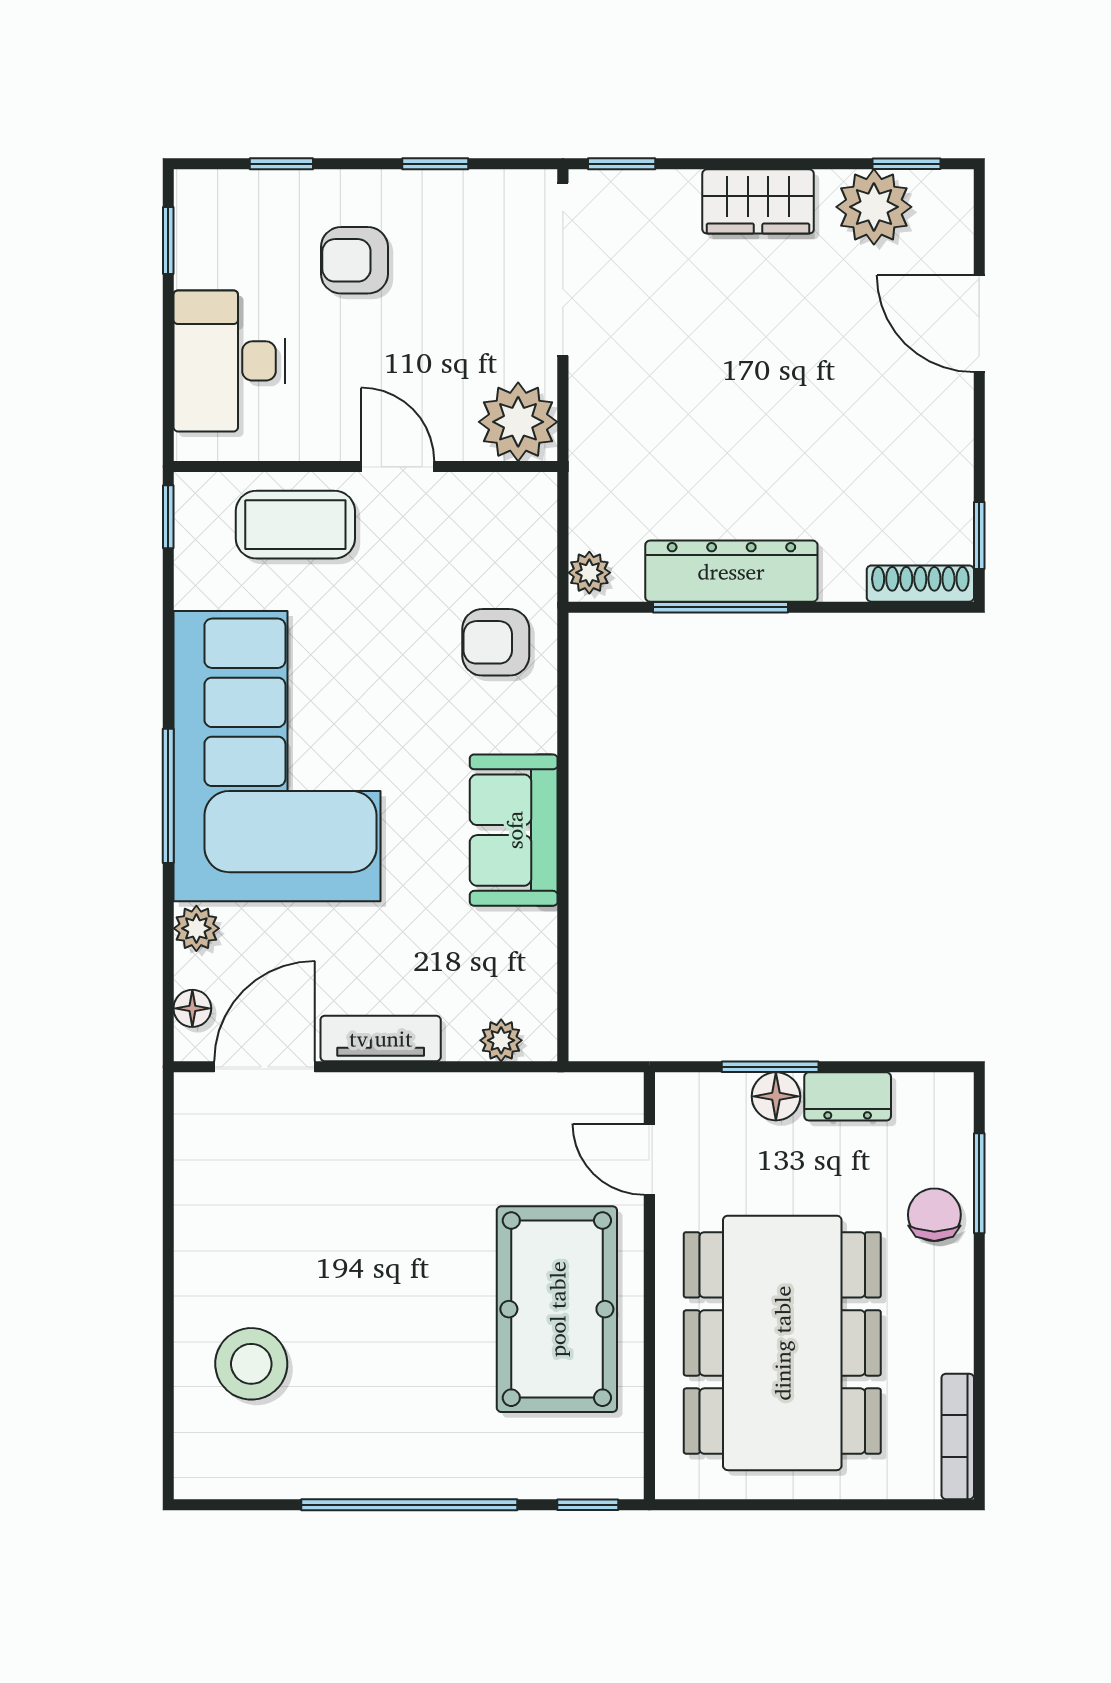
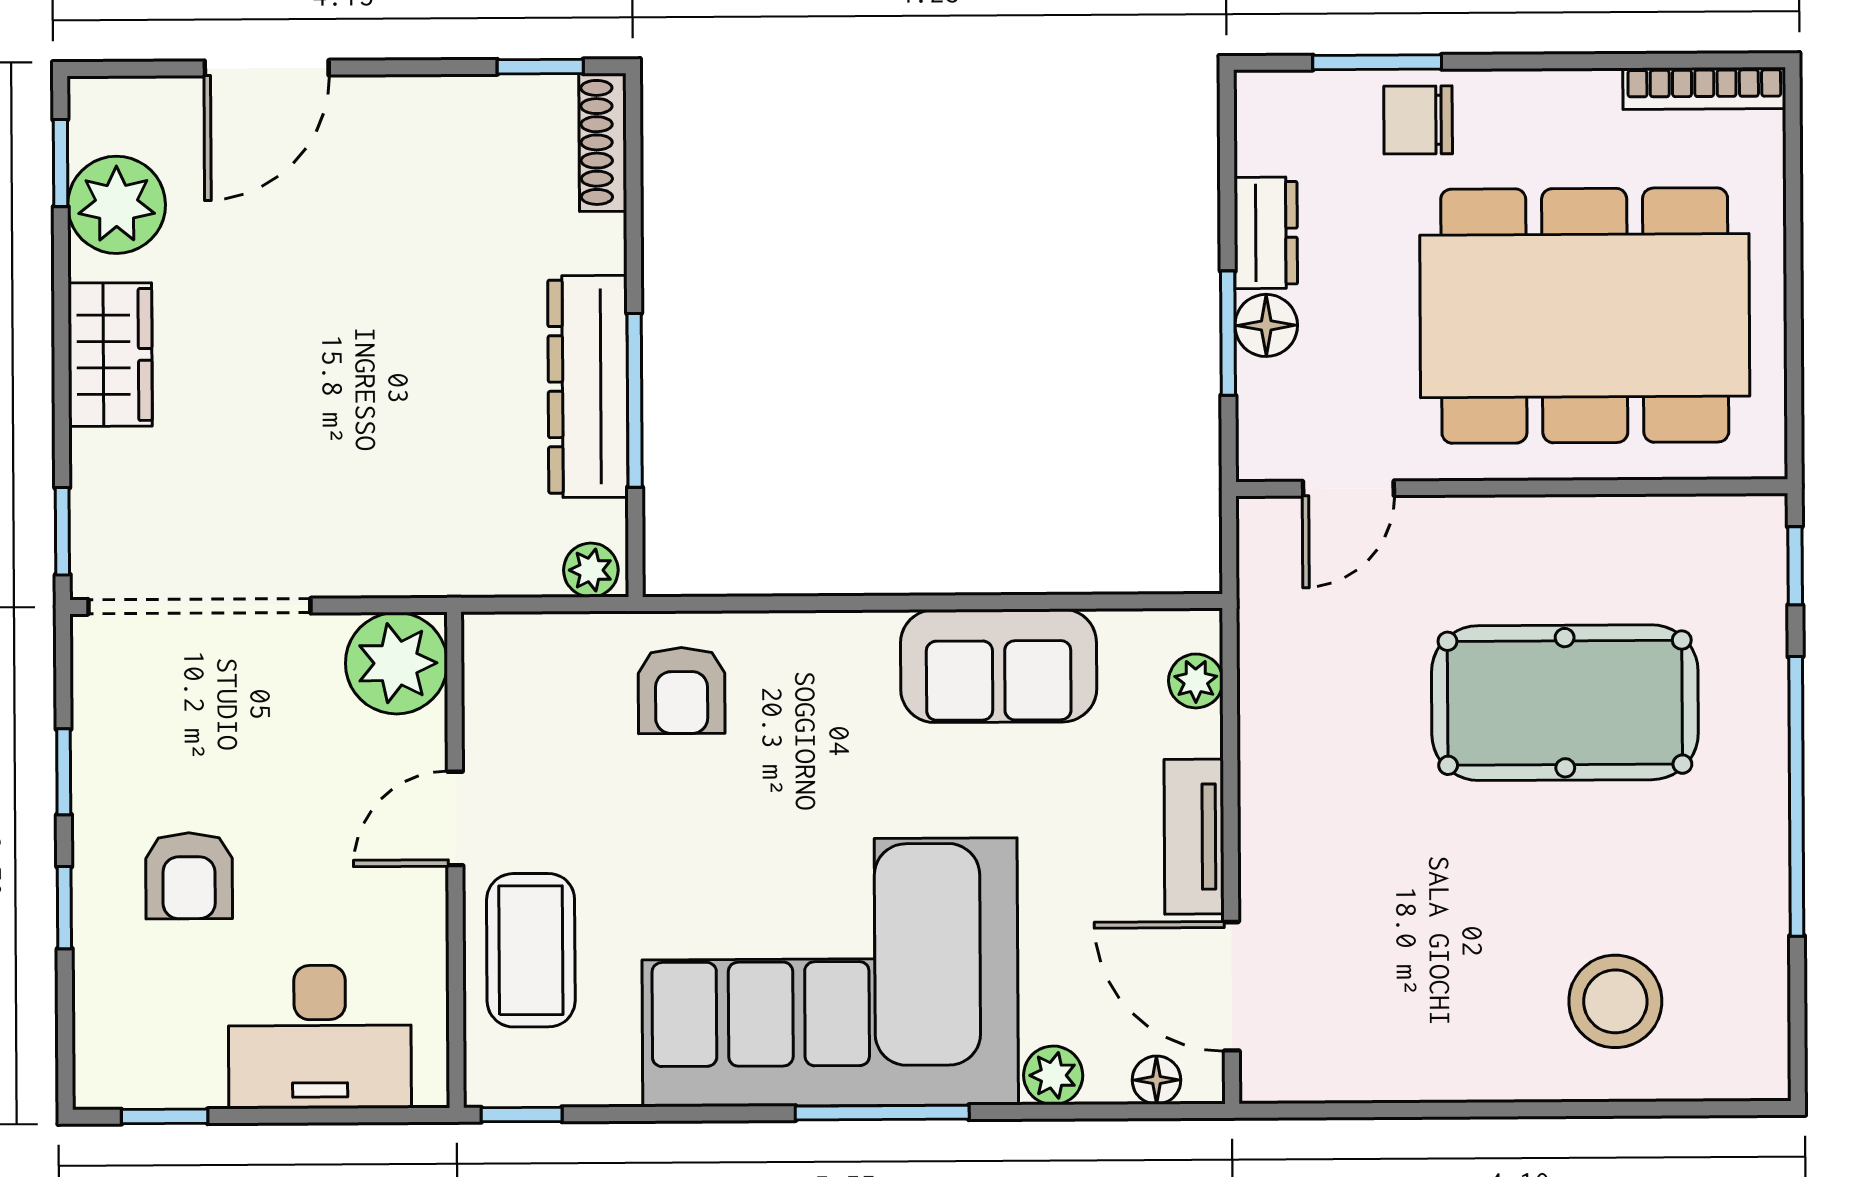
window: (281, 164) -> (64, 908), moved
sofa: (514, 830) -> (999, 666), moved
pool table: (557, 1309) -> (1565, 703), moved

